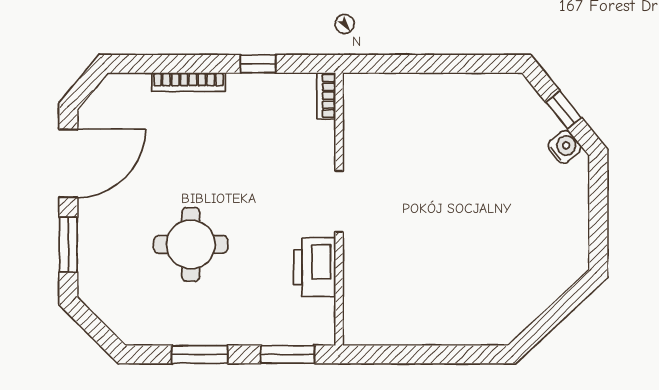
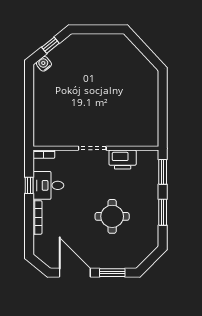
desk: (258, 106) -> (48, 185), added
water cooler: (564, 147) -> (44, 64), moved

